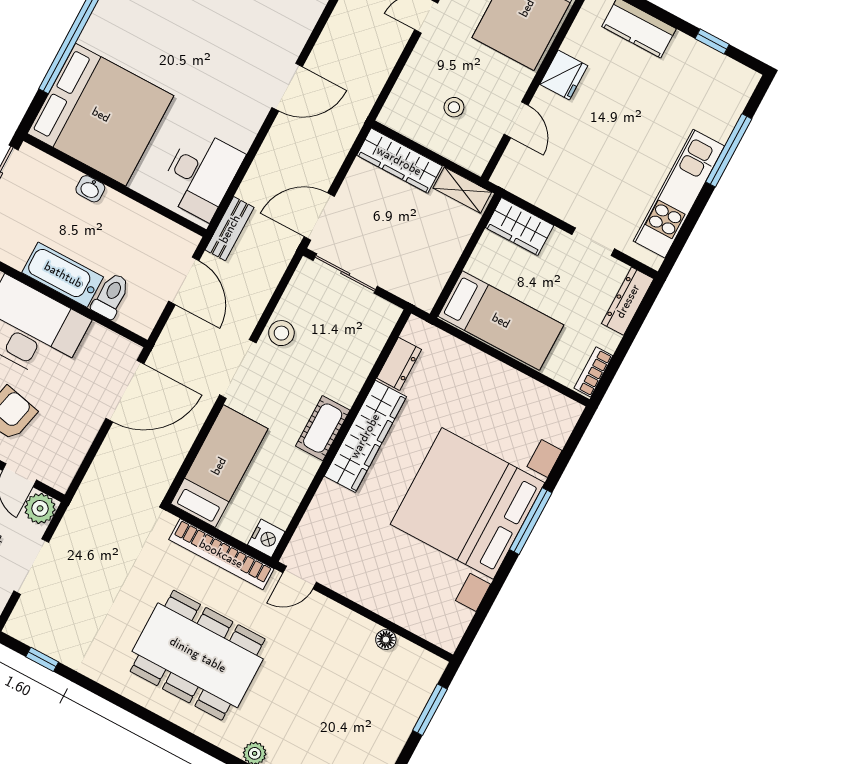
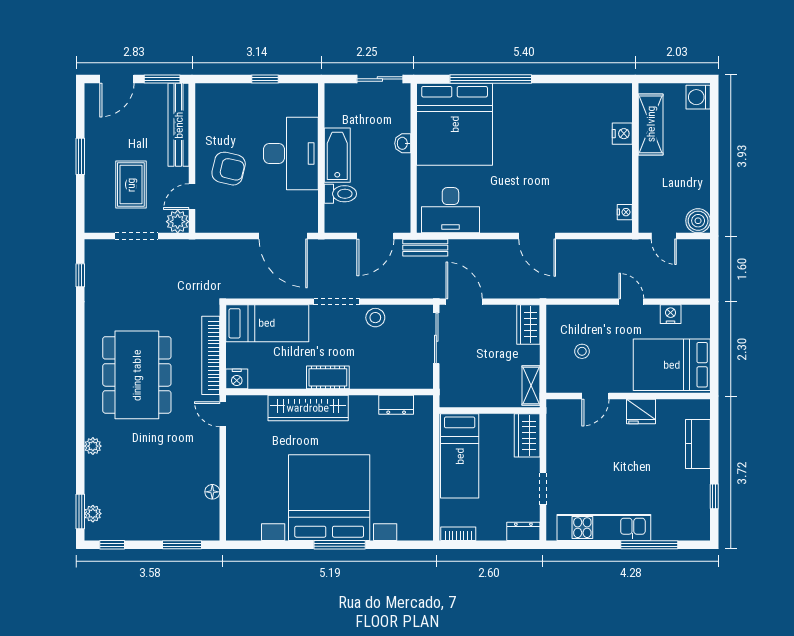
wardrobe: (399, 161) -> (528, 325), width x0.67
dresser: (628, 301) -> (523, 531), width x0.70
wardrobe: (365, 436) -> (308, 408), moved

